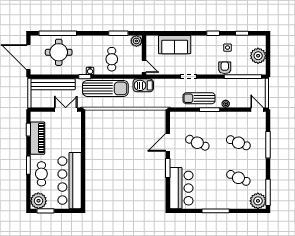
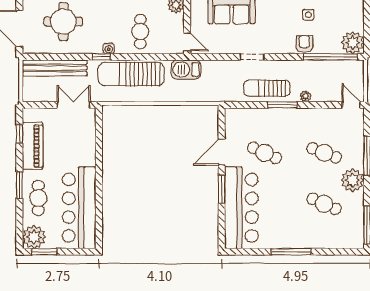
plant: (258, 56) -> (353, 43), moved
sun lounger: (105, 88) -> (131, 74), turned 180
bar counter: (181, 188) -> (241, 208), width x1.36
plant: (258, 201) -> (352, 180), moved

